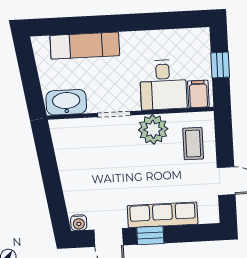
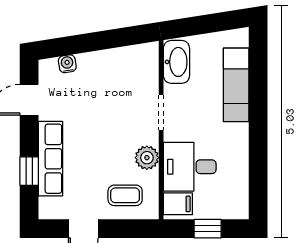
plant: (153, 129) -> (147, 158), width x0.73, depth x0.73
water cooler: (79, 223) -> (67, 64), moved, turned 81
window: (150, 235) -> (29, 171), moved

